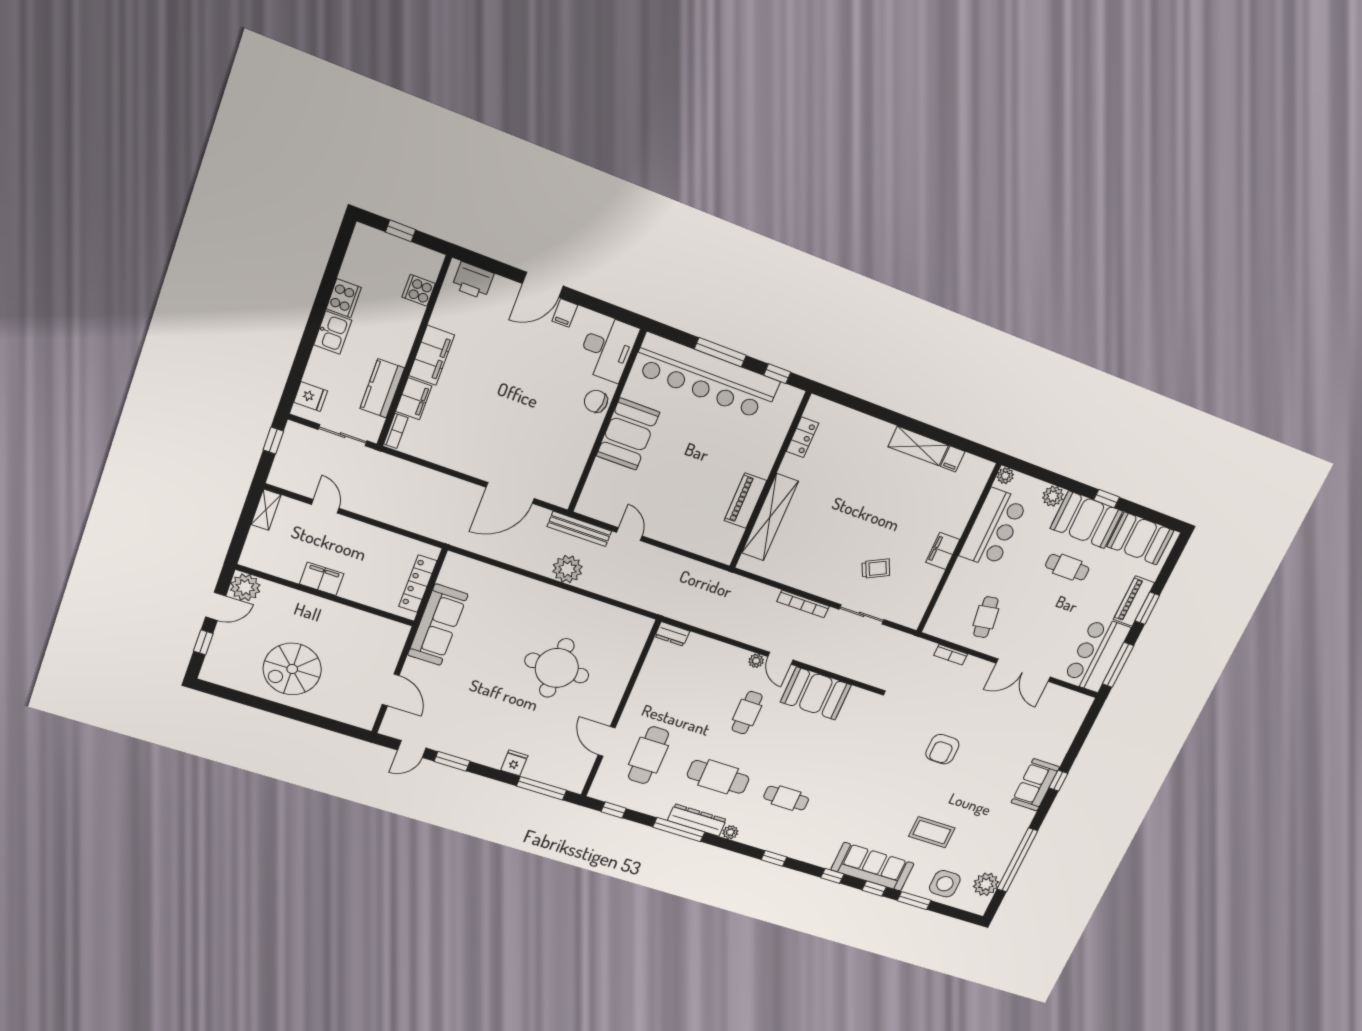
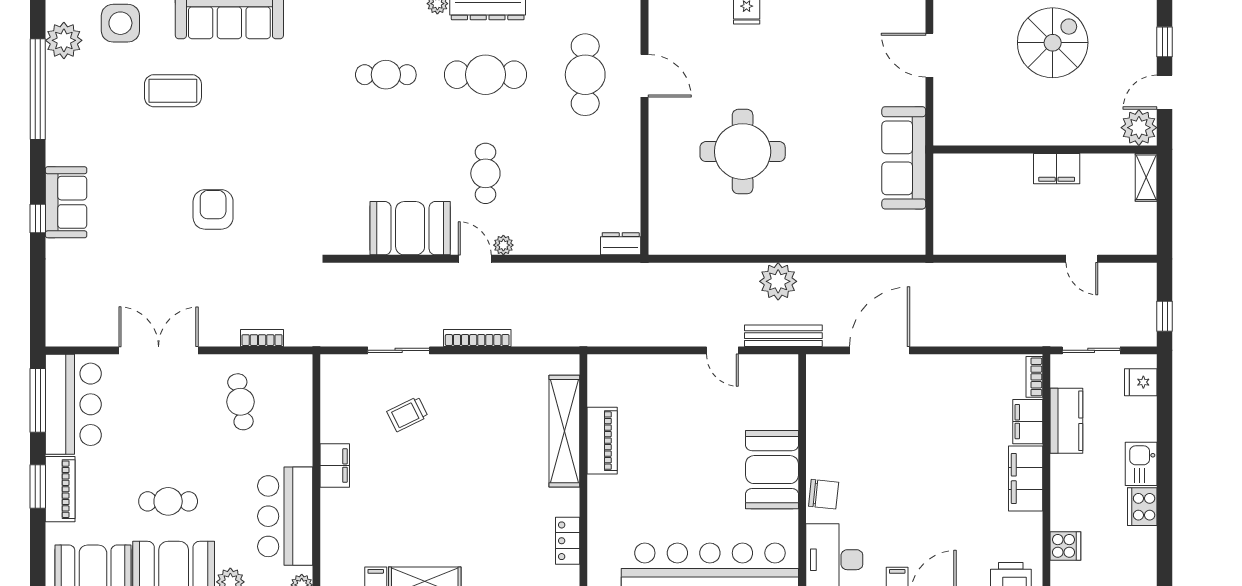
shelving: (266, 510) -> (1146, 177), moved
locker: (418, 584) -> (945, 201), removed

